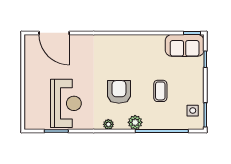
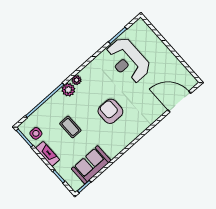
sofa: (185, 45) -> (91, 165), moved
fireplace: (198, 86) -> (48, 154), added
armchair: (119, 92) -> (110, 111), moved, turned 180
plant: (108, 124) -> (77, 80), moved

